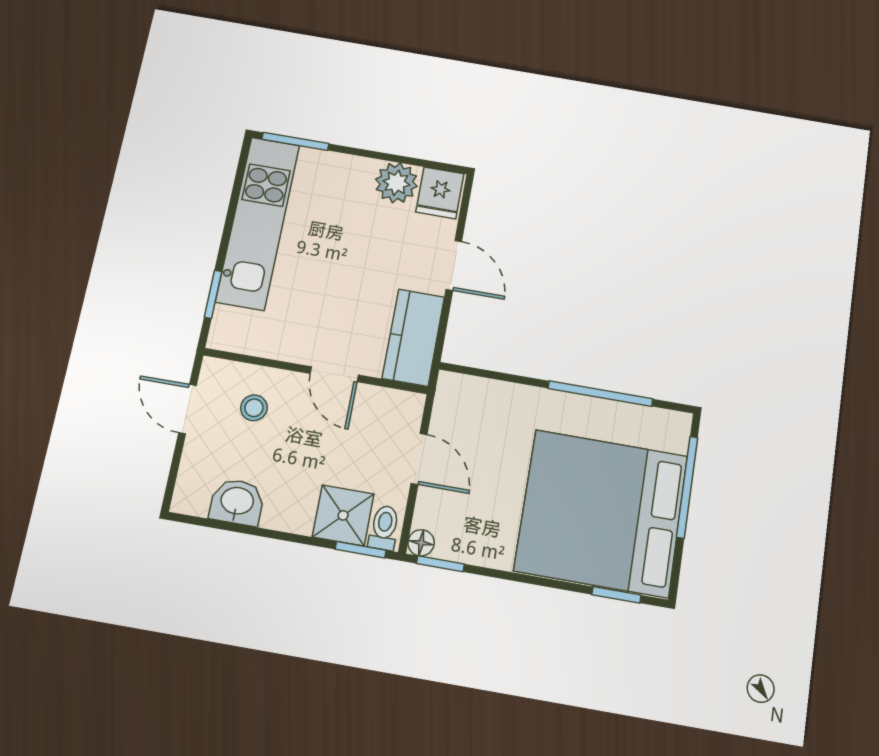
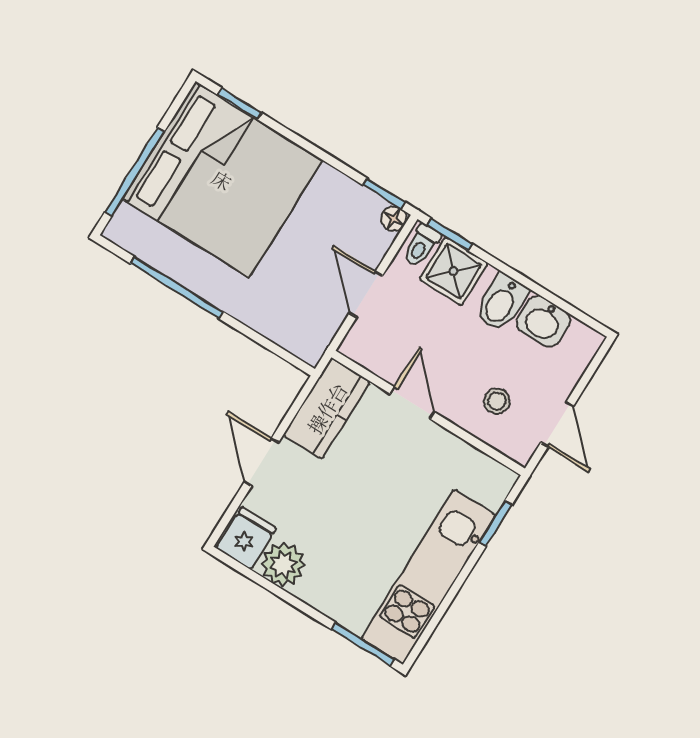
bidet: (285, 504) -> (501, 303), added

